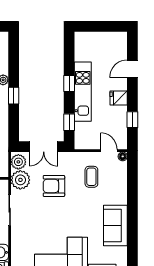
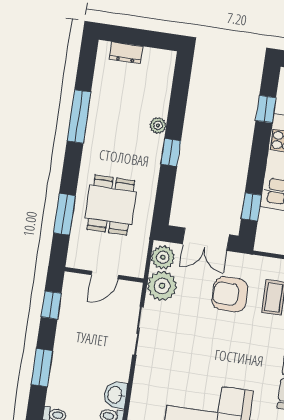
window: (69, 83) -> (266, 109), moved
armchair: (54, 186) -> (230, 294), moved

